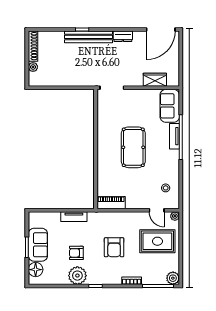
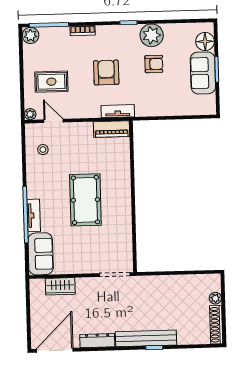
dresser: (123, 36) -> (97, 341), width x1.44
tv unit: (74, 217) -> (118, 111), moved
rug: (157, 241) -> (51, 82), width x0.73, depth x0.70

